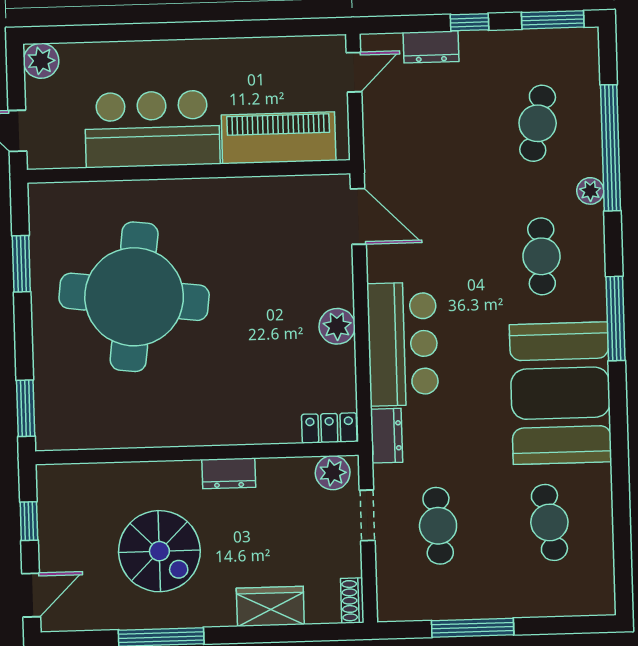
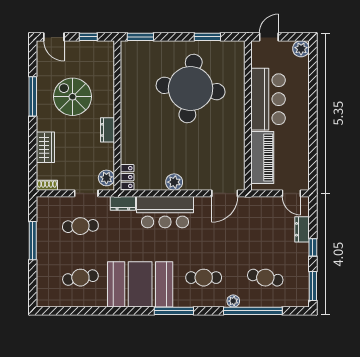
spiral stairs: (159, 551) -> (73, 97), turned 90

